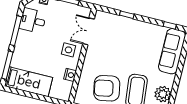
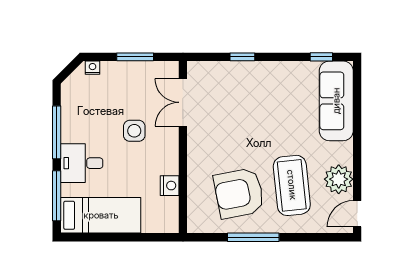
desk: (33, 21) -> (82, 163), moved
side table: (69, 50) -> (134, 131), moved

